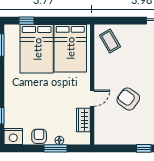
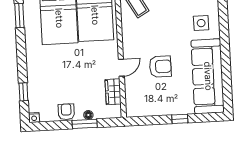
armchair: (128, 99) -> (160, 67), turned 145
nightstand: (13, 136) -> (34, 117), width x0.53, depth x0.56

